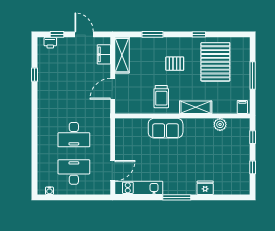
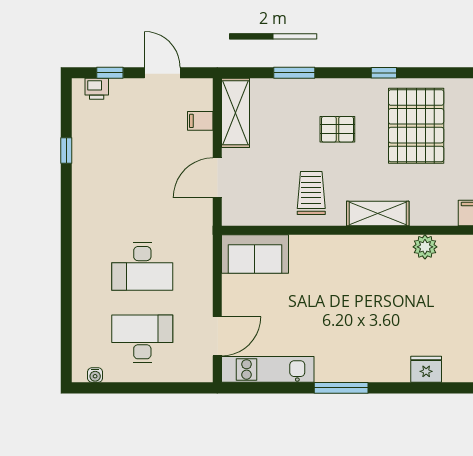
filing cabinet: (104, 54) -> (200, 121), width x0.50
trolley: (161, 97) -> (311, 193), turned 180
sofa: (166, 128) -> (255, 254), moved
fridge: (205, 188) -> (426, 369), moved

